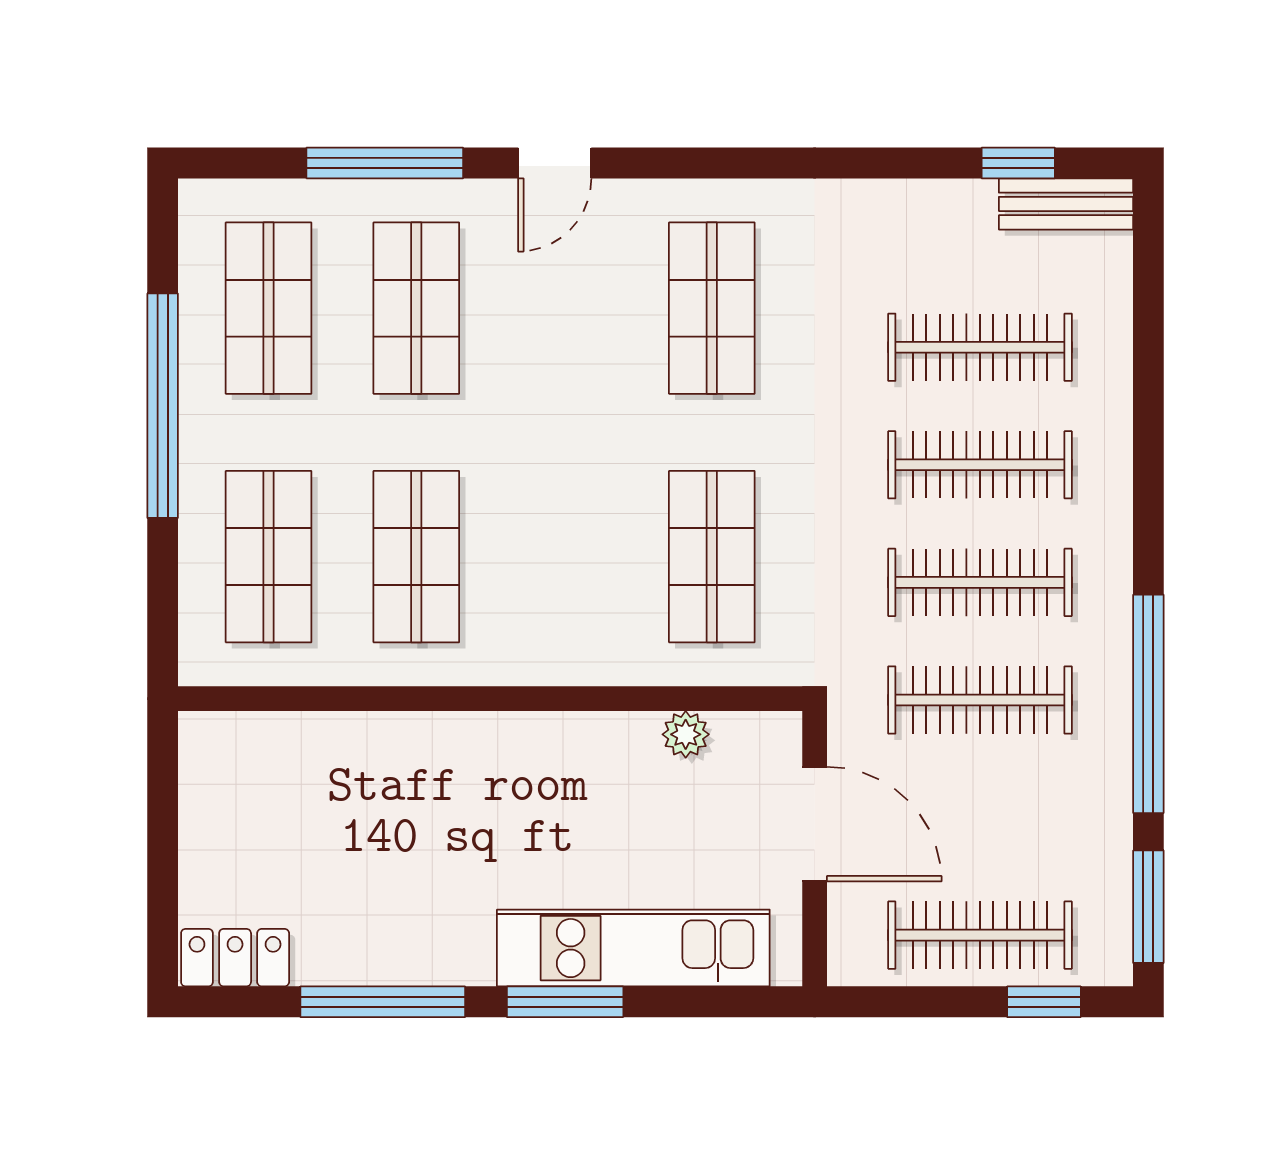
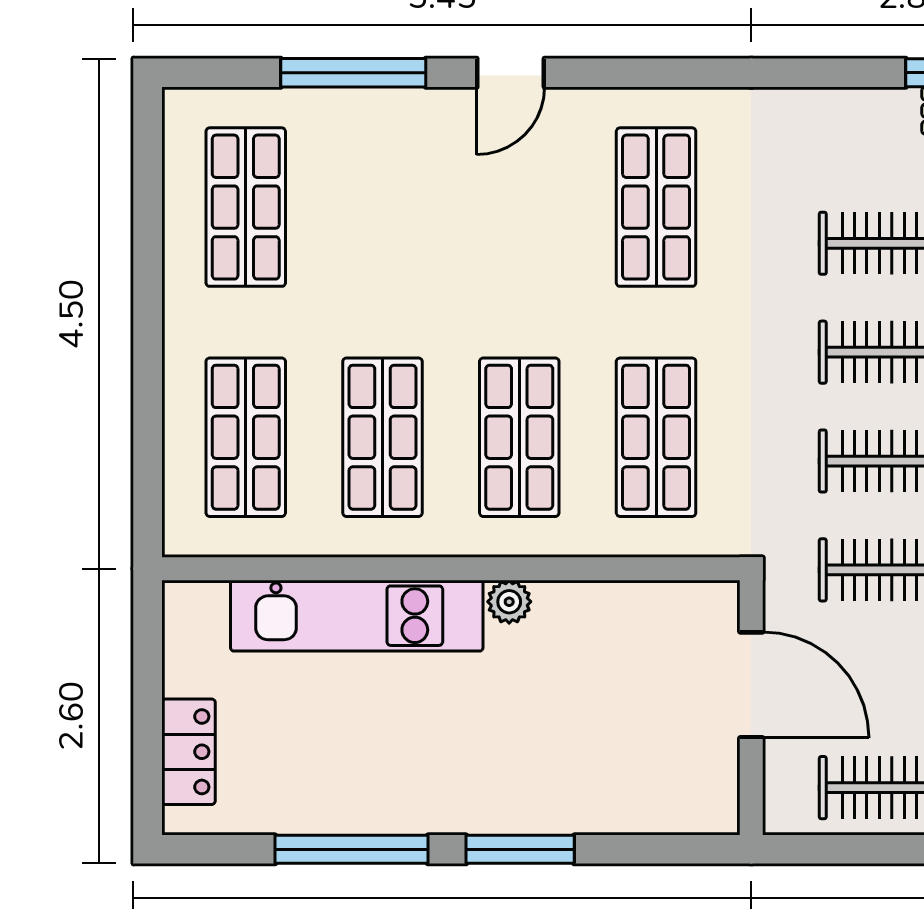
shop shelf: (416, 308) -> (519, 437), moved
window: (163, 406) -> (148, 297), removed
plant: (686, 734) -> (509, 602), moved
kitchen unit: (633, 948) -> (357, 616), moved, turned 180
locker: (235, 958) -> (188, 752), moved, turned 90

